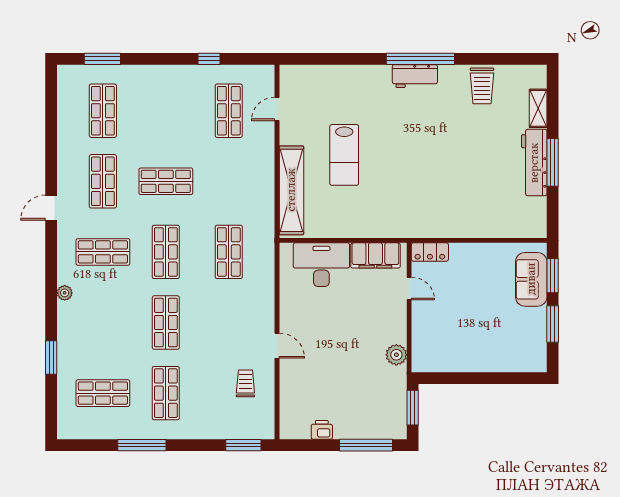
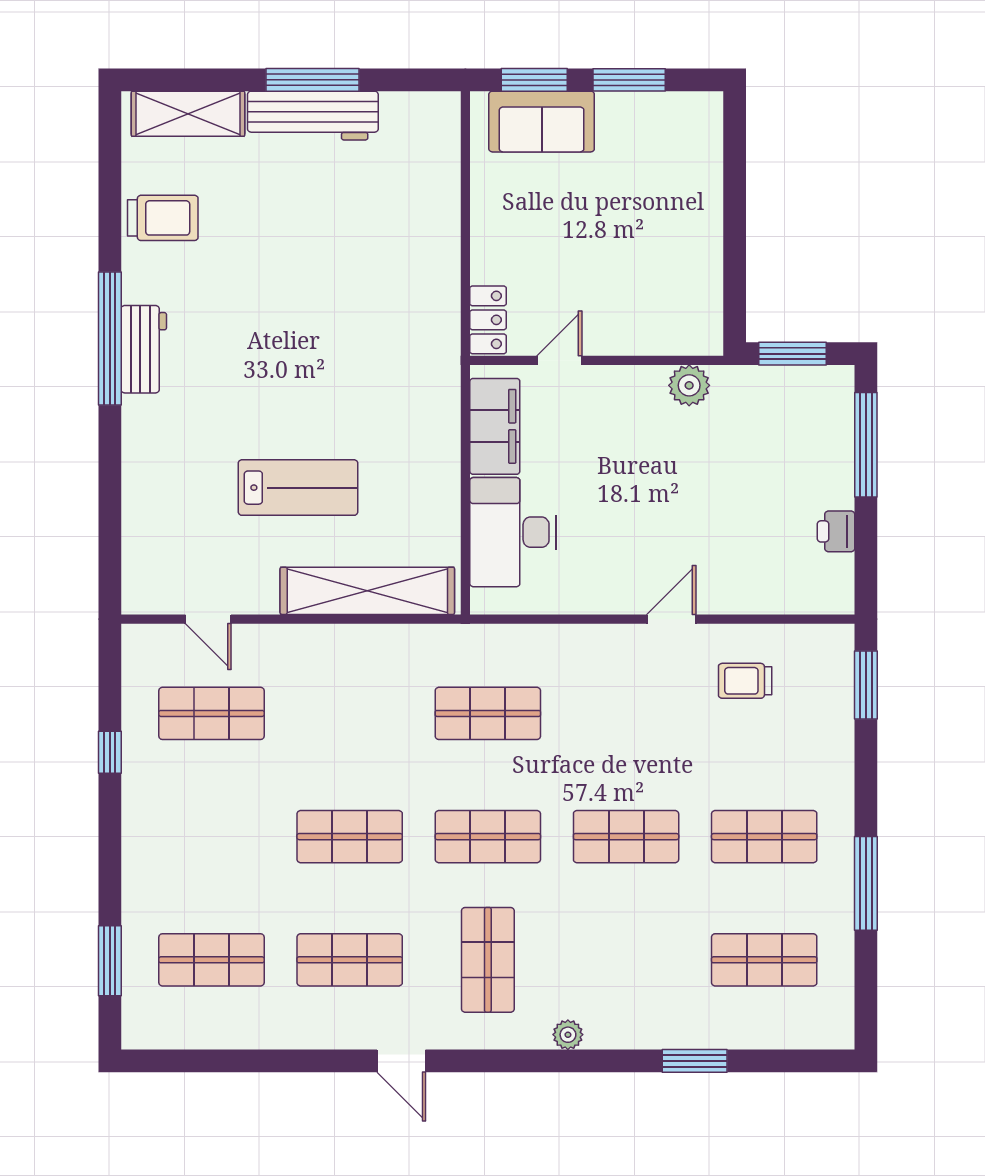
shelving: (538, 108) -> (188, 114), width x1.50, depth x1.33
shop shelf: (166, 181) -> (350, 837), turned 90
shop shelf: (103, 393) -> (764, 960), turned 90

